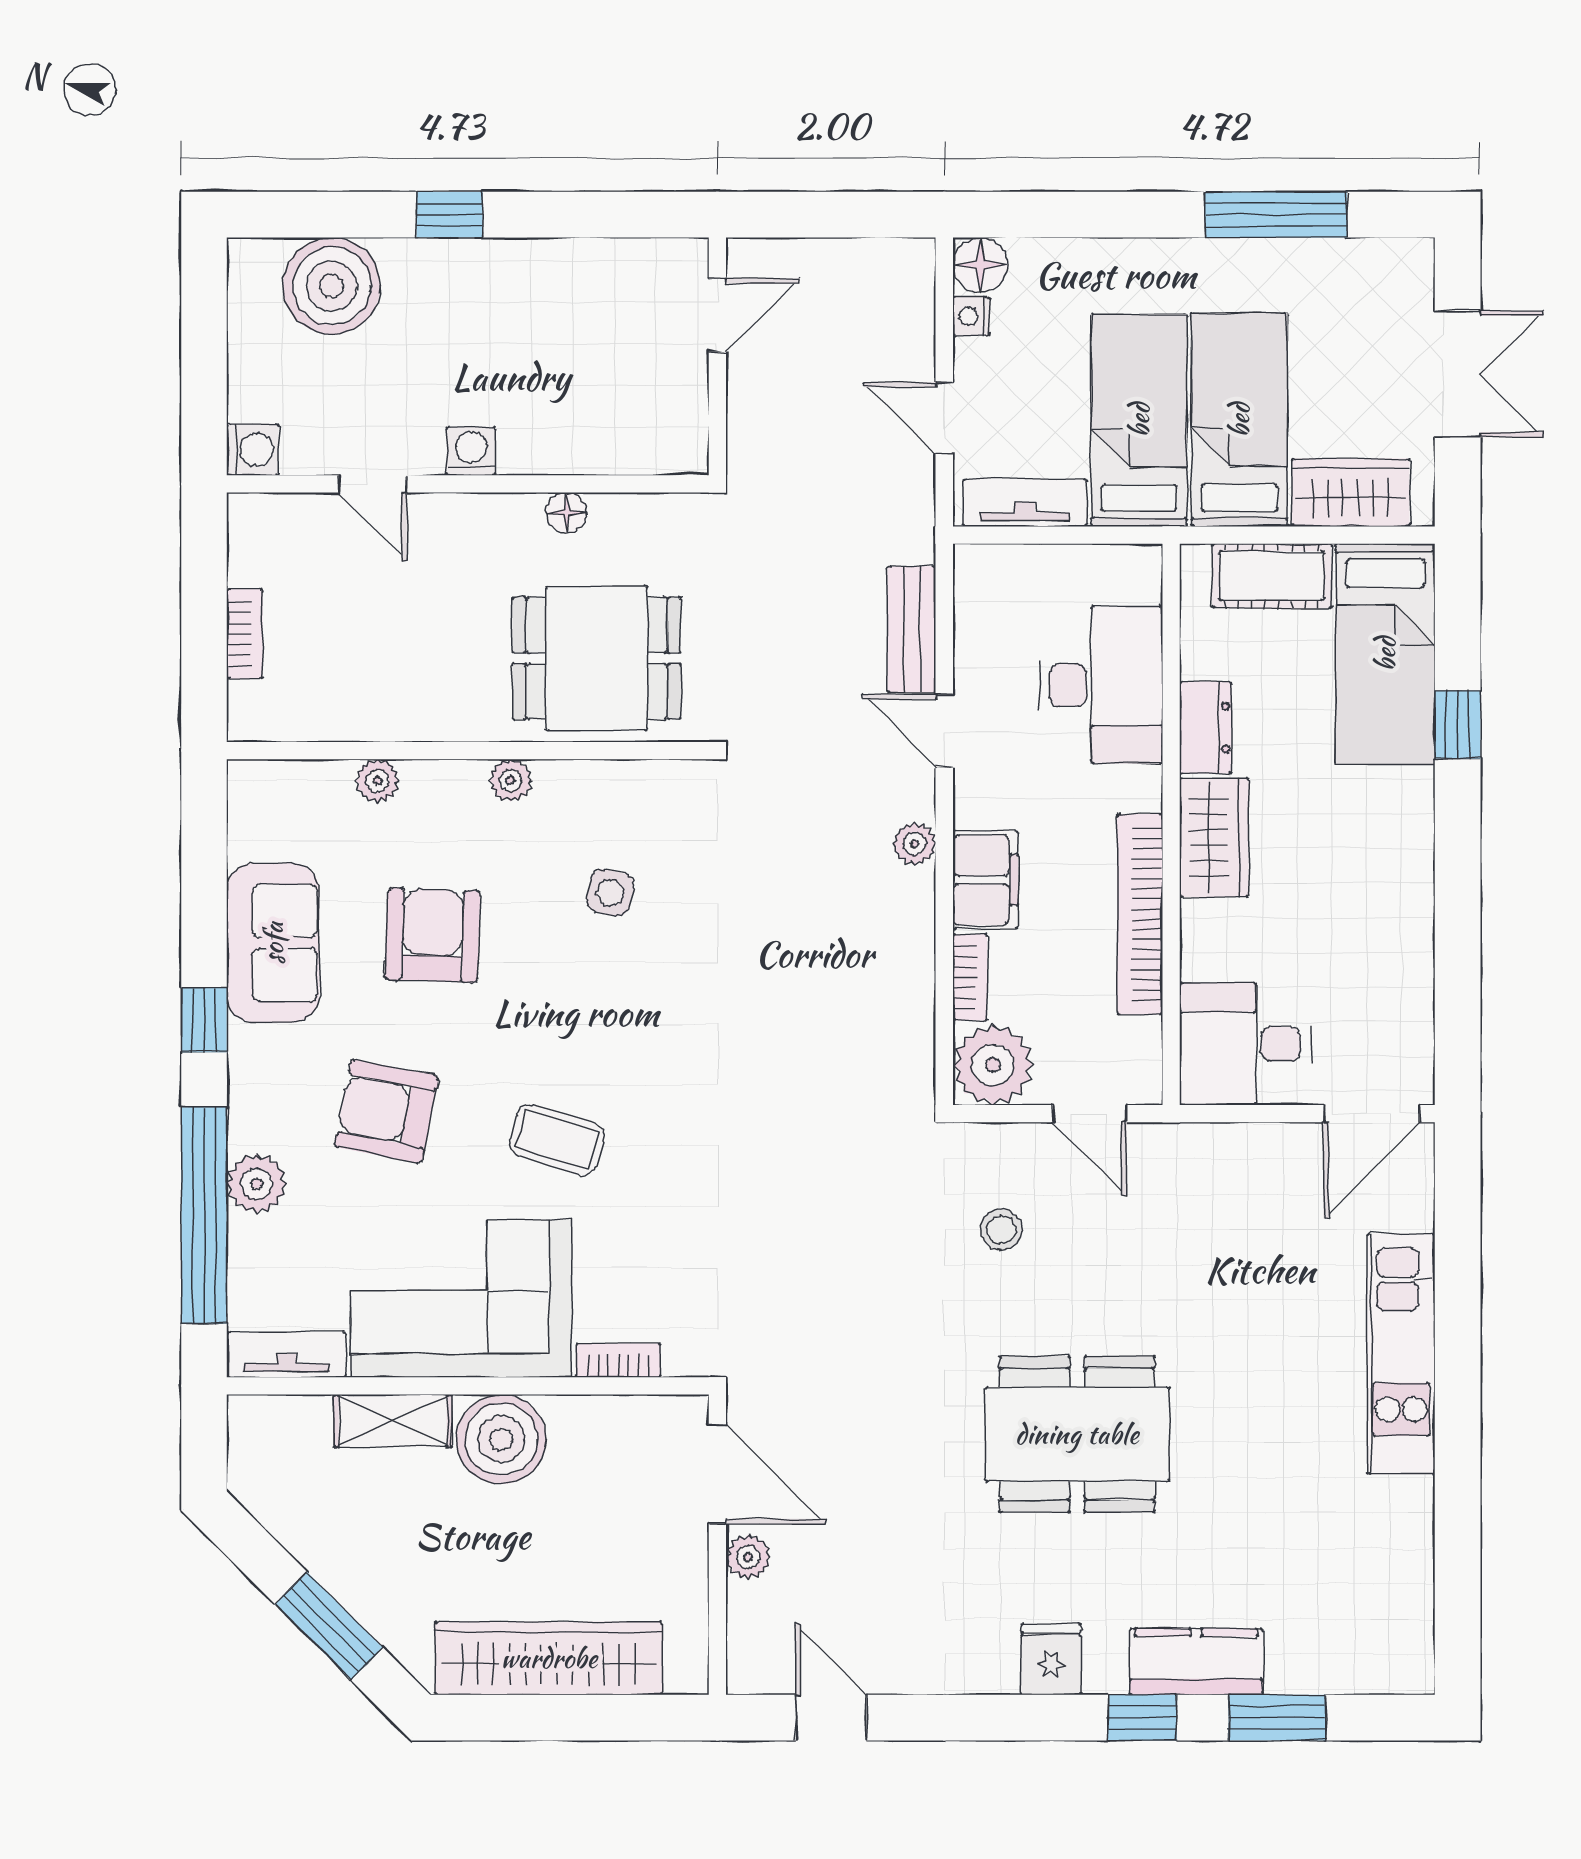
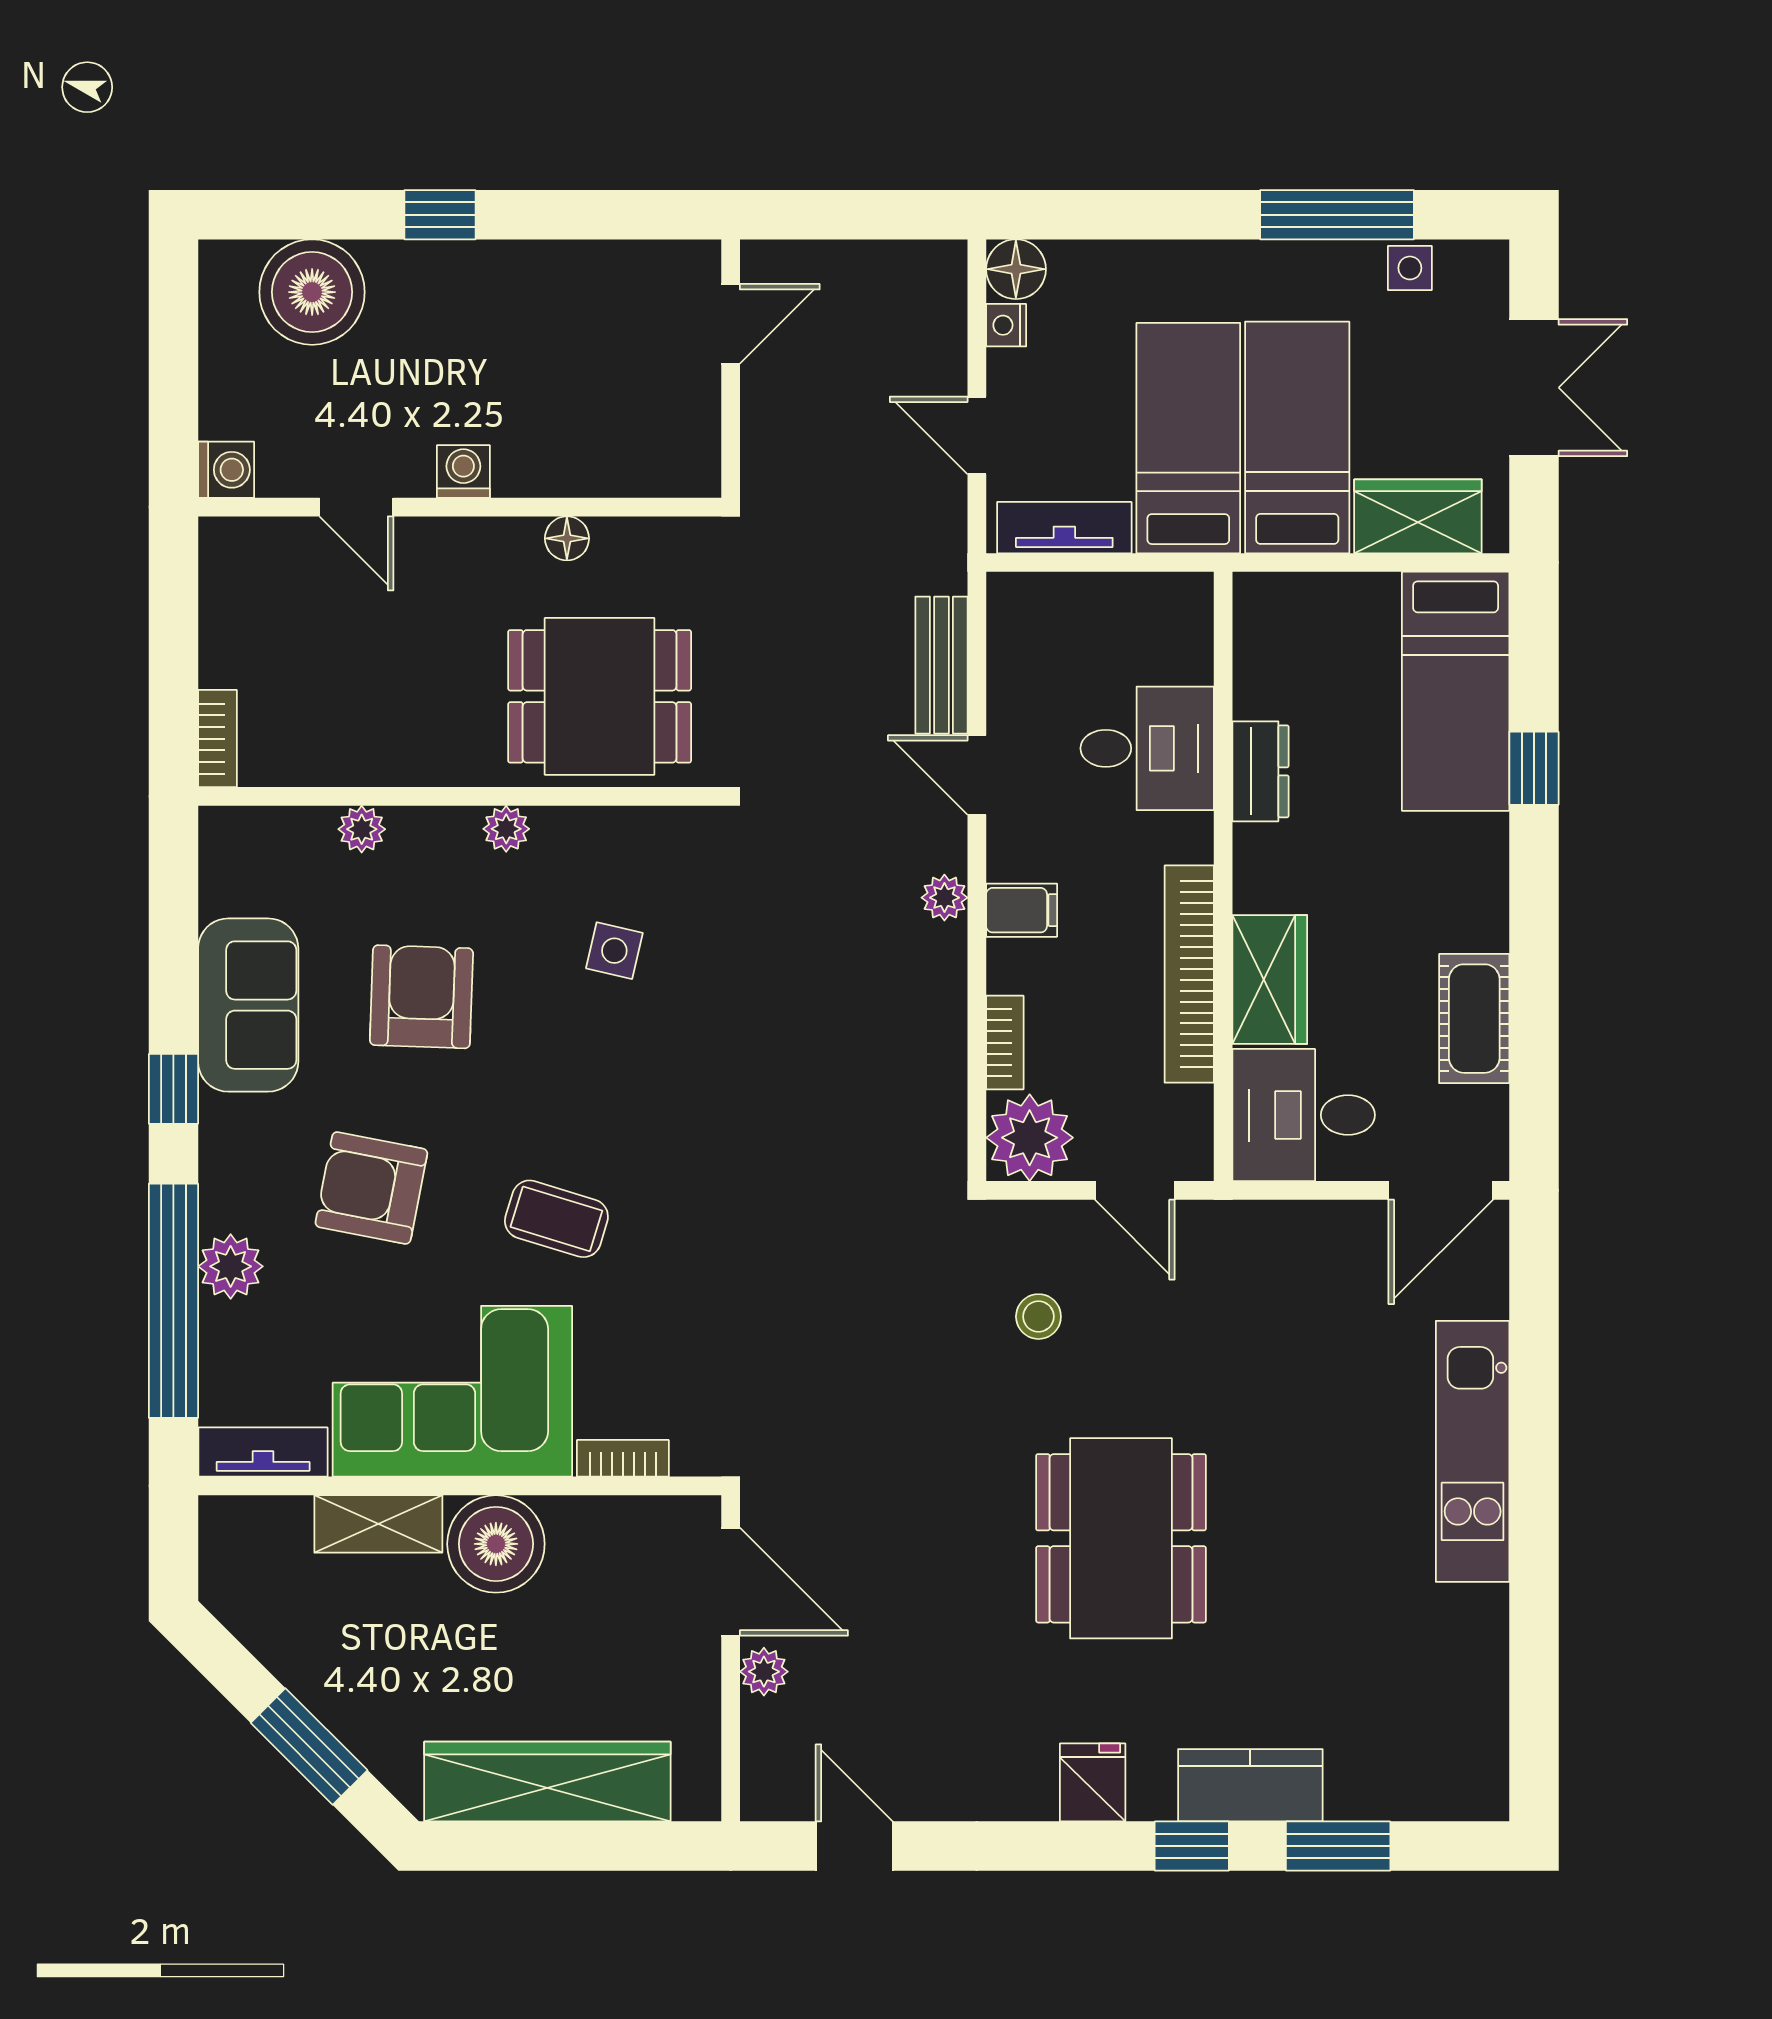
side table: (1343, 264) -> (1410, 268), added
cot: (1272, 576) -> (1474, 1019), moved, turned 90
bookcase: (245, 634) -> (218, 739), moved
desk: (1101, 685) -> (1147, 748), width x0.73
wardrobe: (1214, 837) -> (1270, 980), moved
filing cabinet: (985, 880) -> (1022, 910), width x0.50
dining table: (1077, 1434) -> (1121, 1538), turned 90

